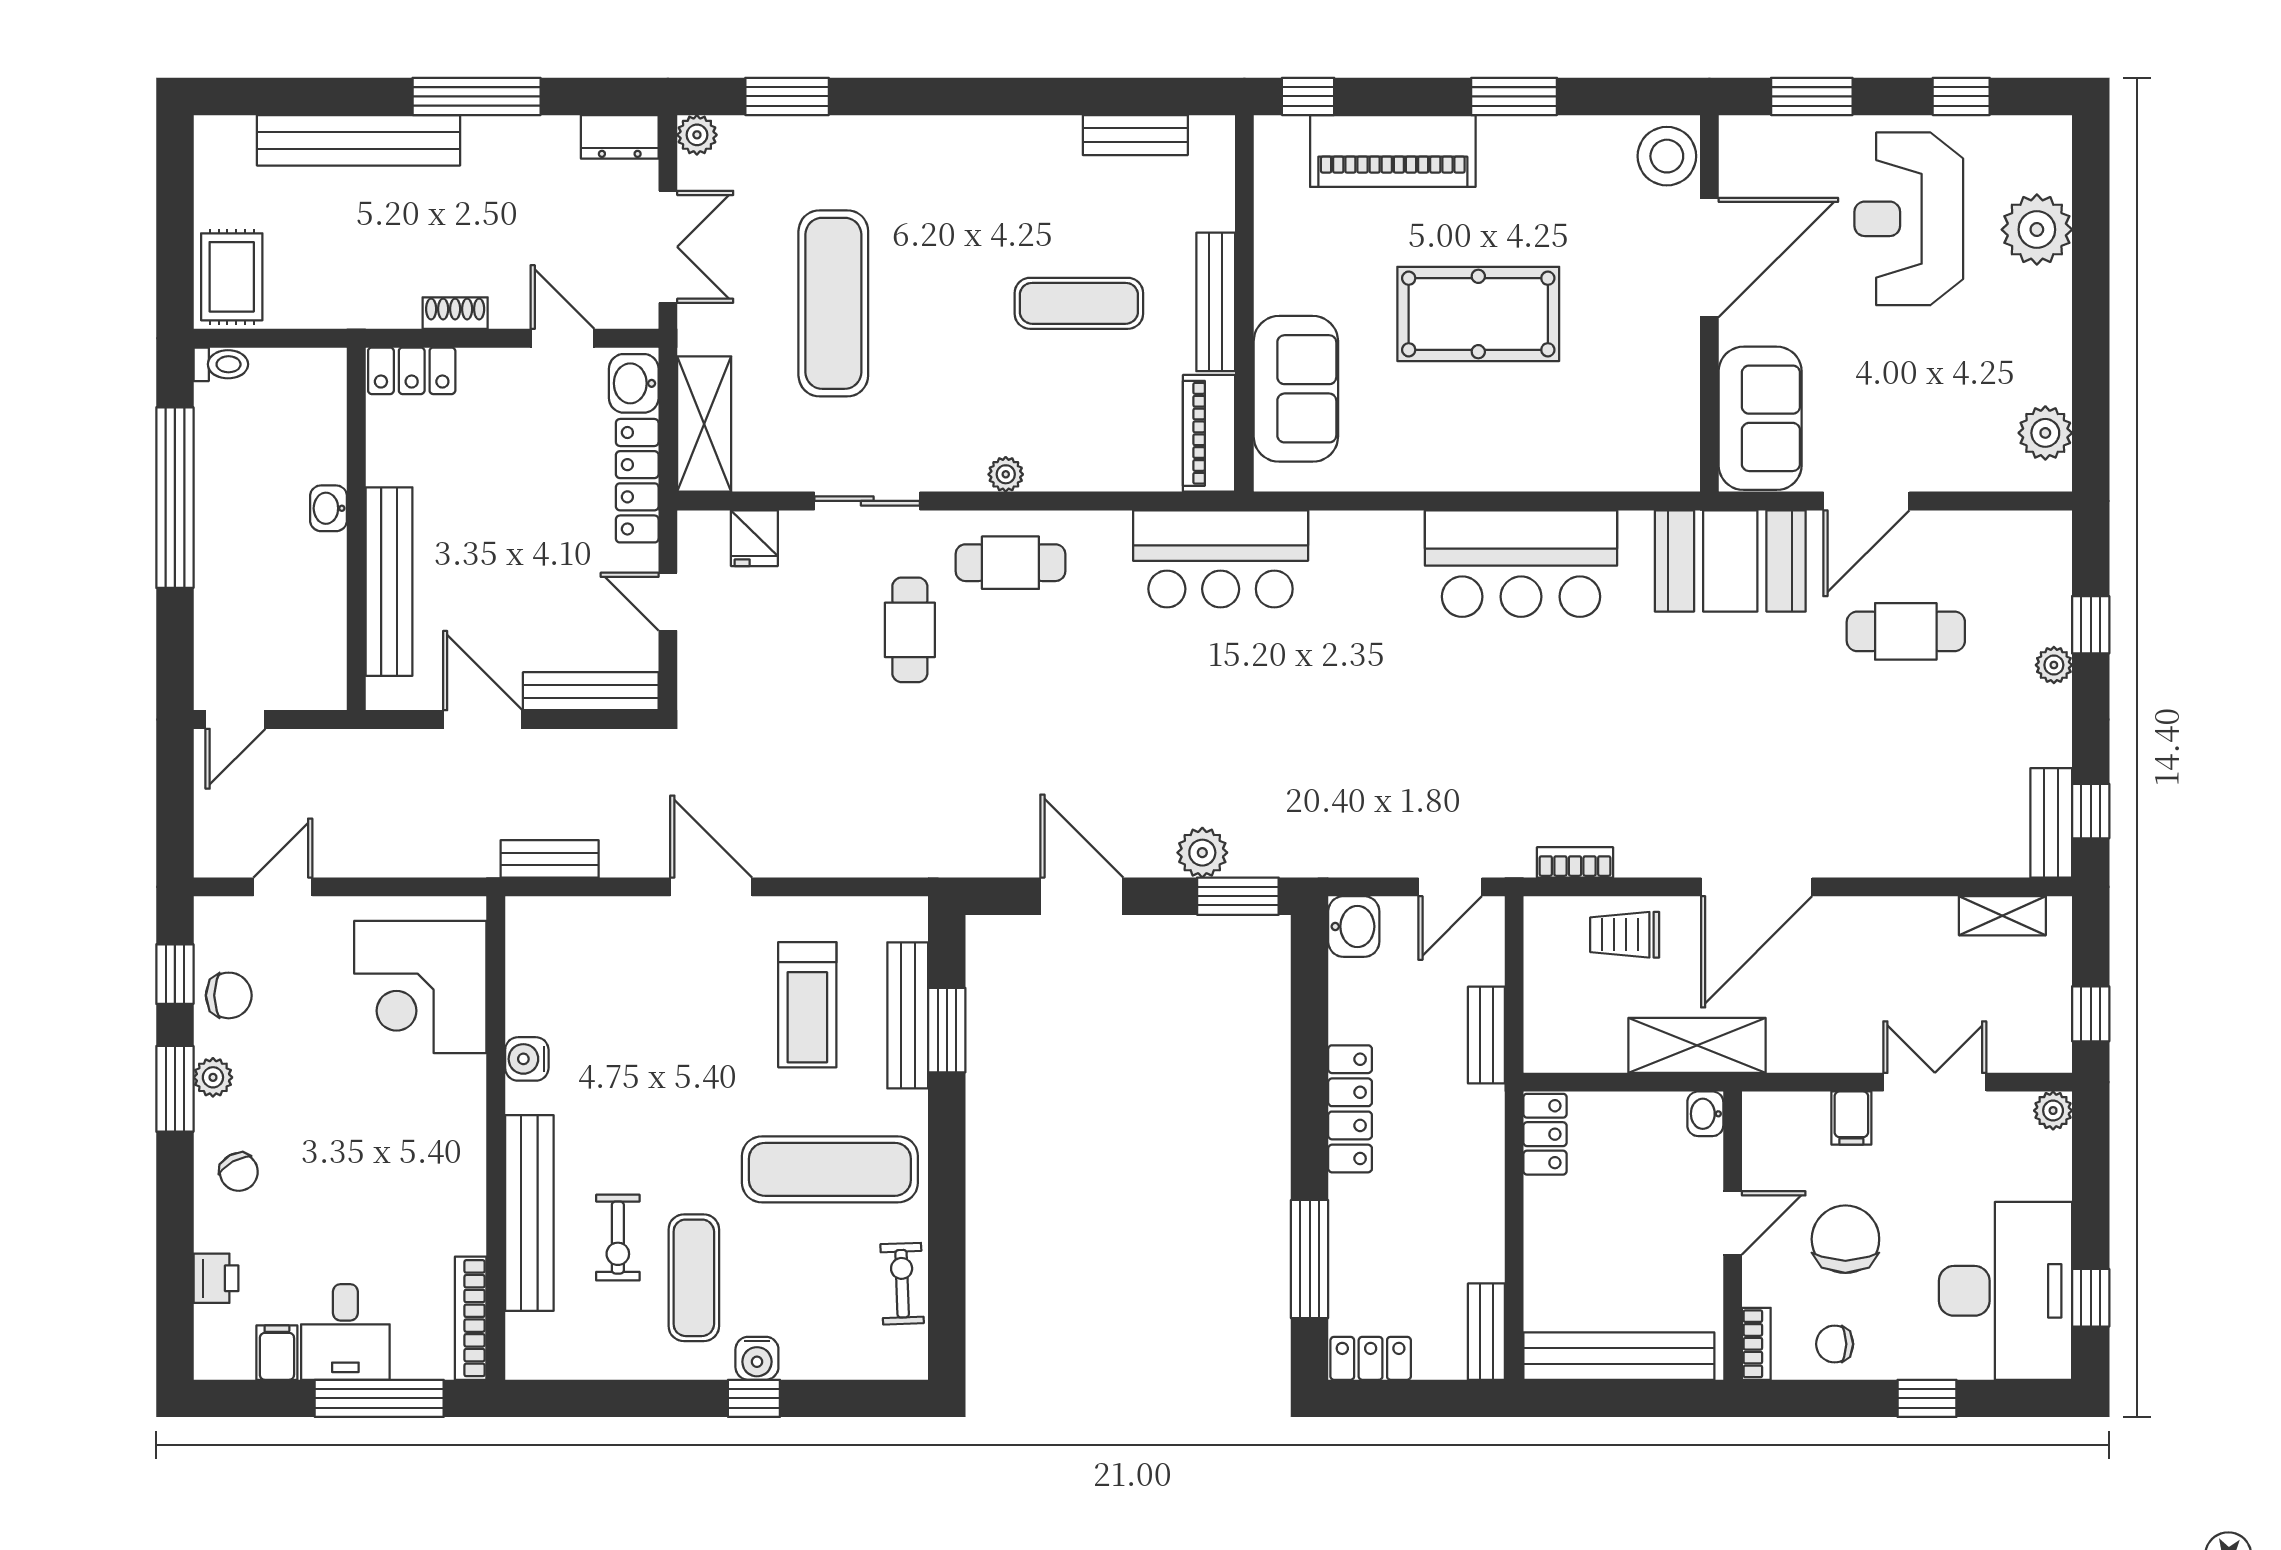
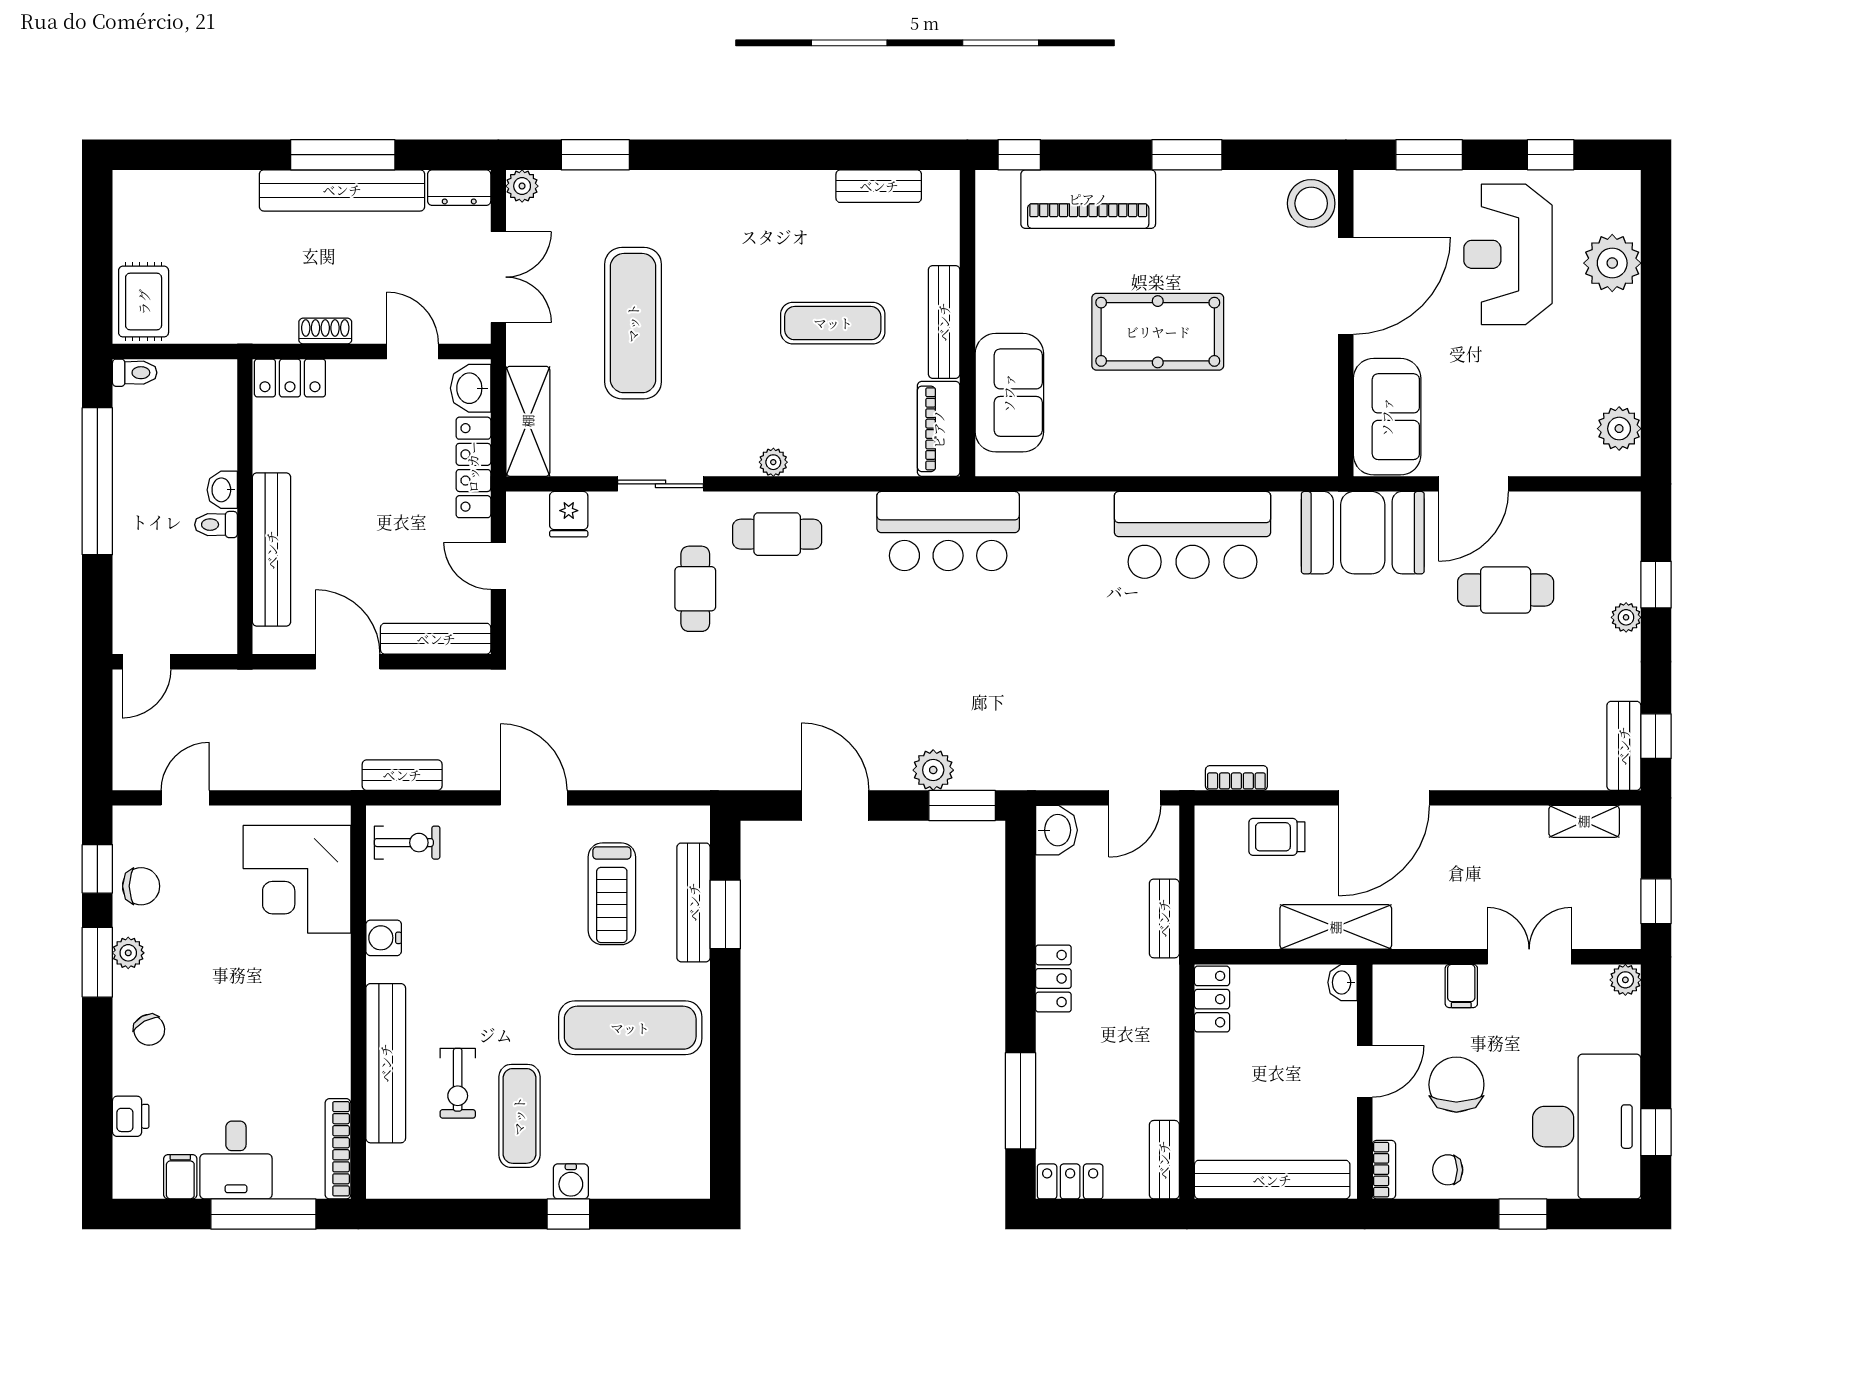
bench: (359, 140) -> (342, 190), moved
toilet: (321, 551) -> (216, 525), added
locker: (1350, 1109) -> (1053, 978), width x0.66
exercise bike: (902, 1284) -> (407, 843), moved, turned 92

